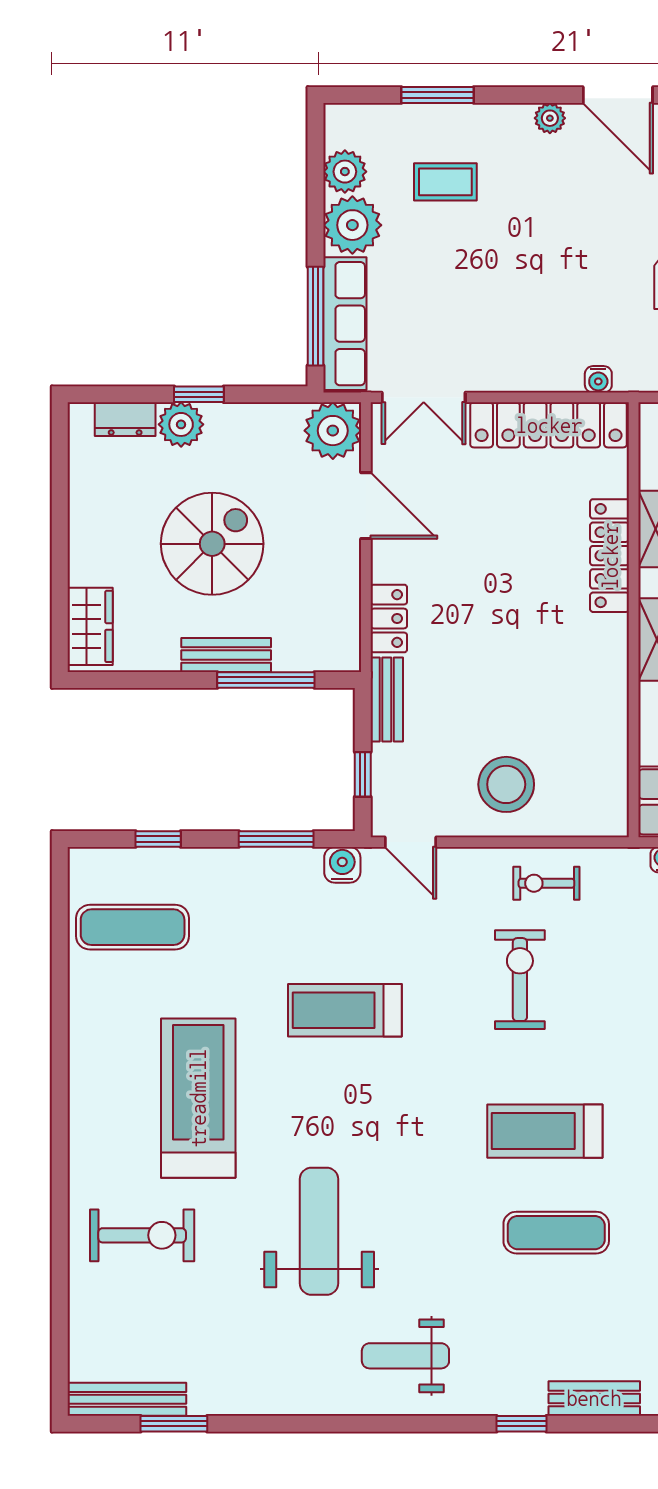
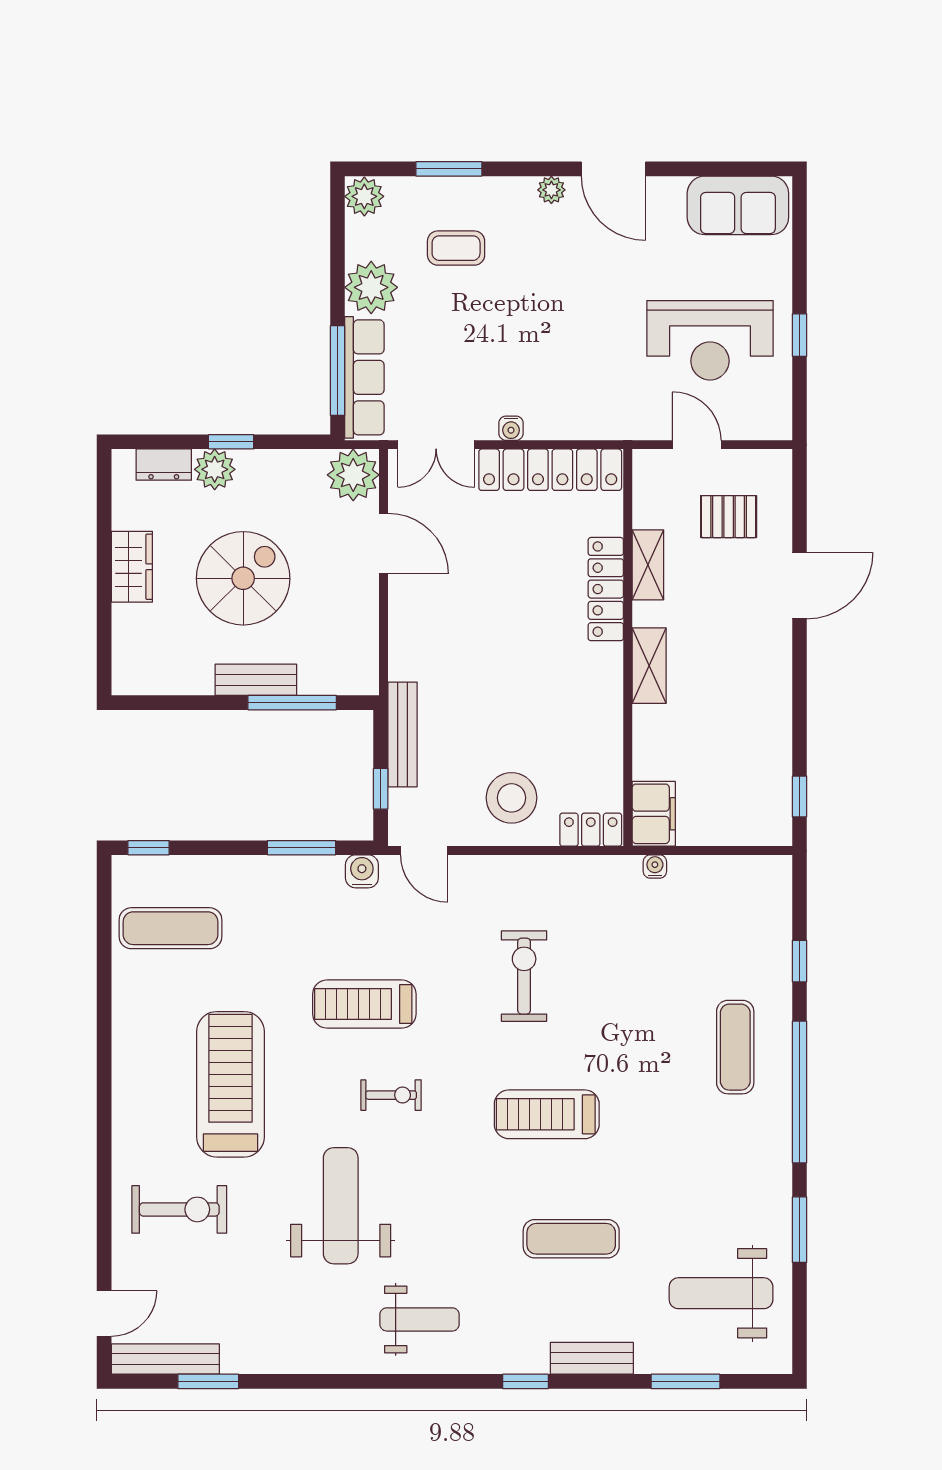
plant: (345, 172) -> (364, 196), moved
water cooler: (598, 379) -> (511, 428), moved
locker: (389, 618) -> (591, 830), moved, turned -90
wardrobe: (90, 626) -> (132, 567), moved
bench: (387, 700) -> (403, 734), width x1.36
window: (158, 839) -> (149, 848), moved
exercise bike: (546, 883) -> (391, 1095), moved, turned 180
exercise mat: (556, 1233) -> (571, 1239), moved
door: (60, 1349) -> (104, 1314), added
weight bench: (405, 1356) -> (420, 1319), turned 180

